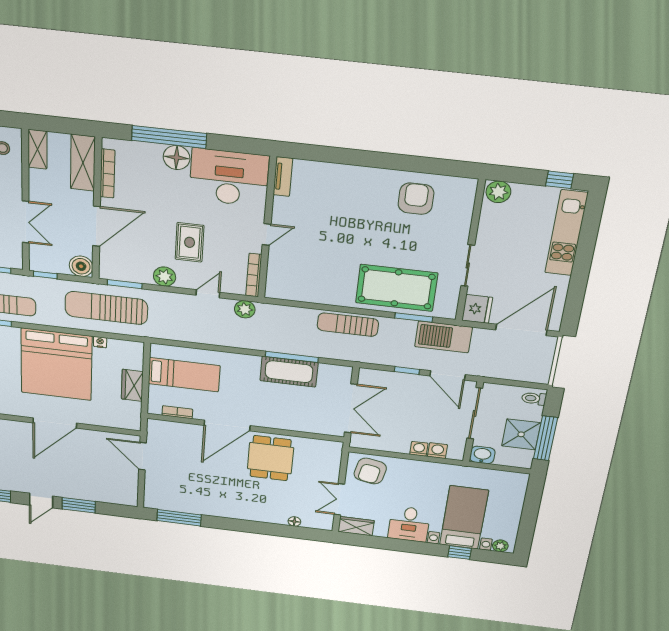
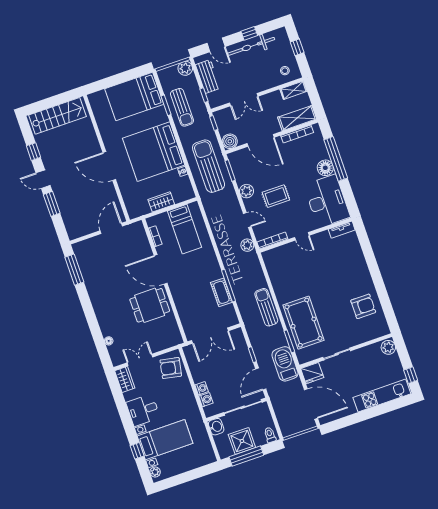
cot: (289, 372) -> (221, 292), width x0.73, depth x0.75

